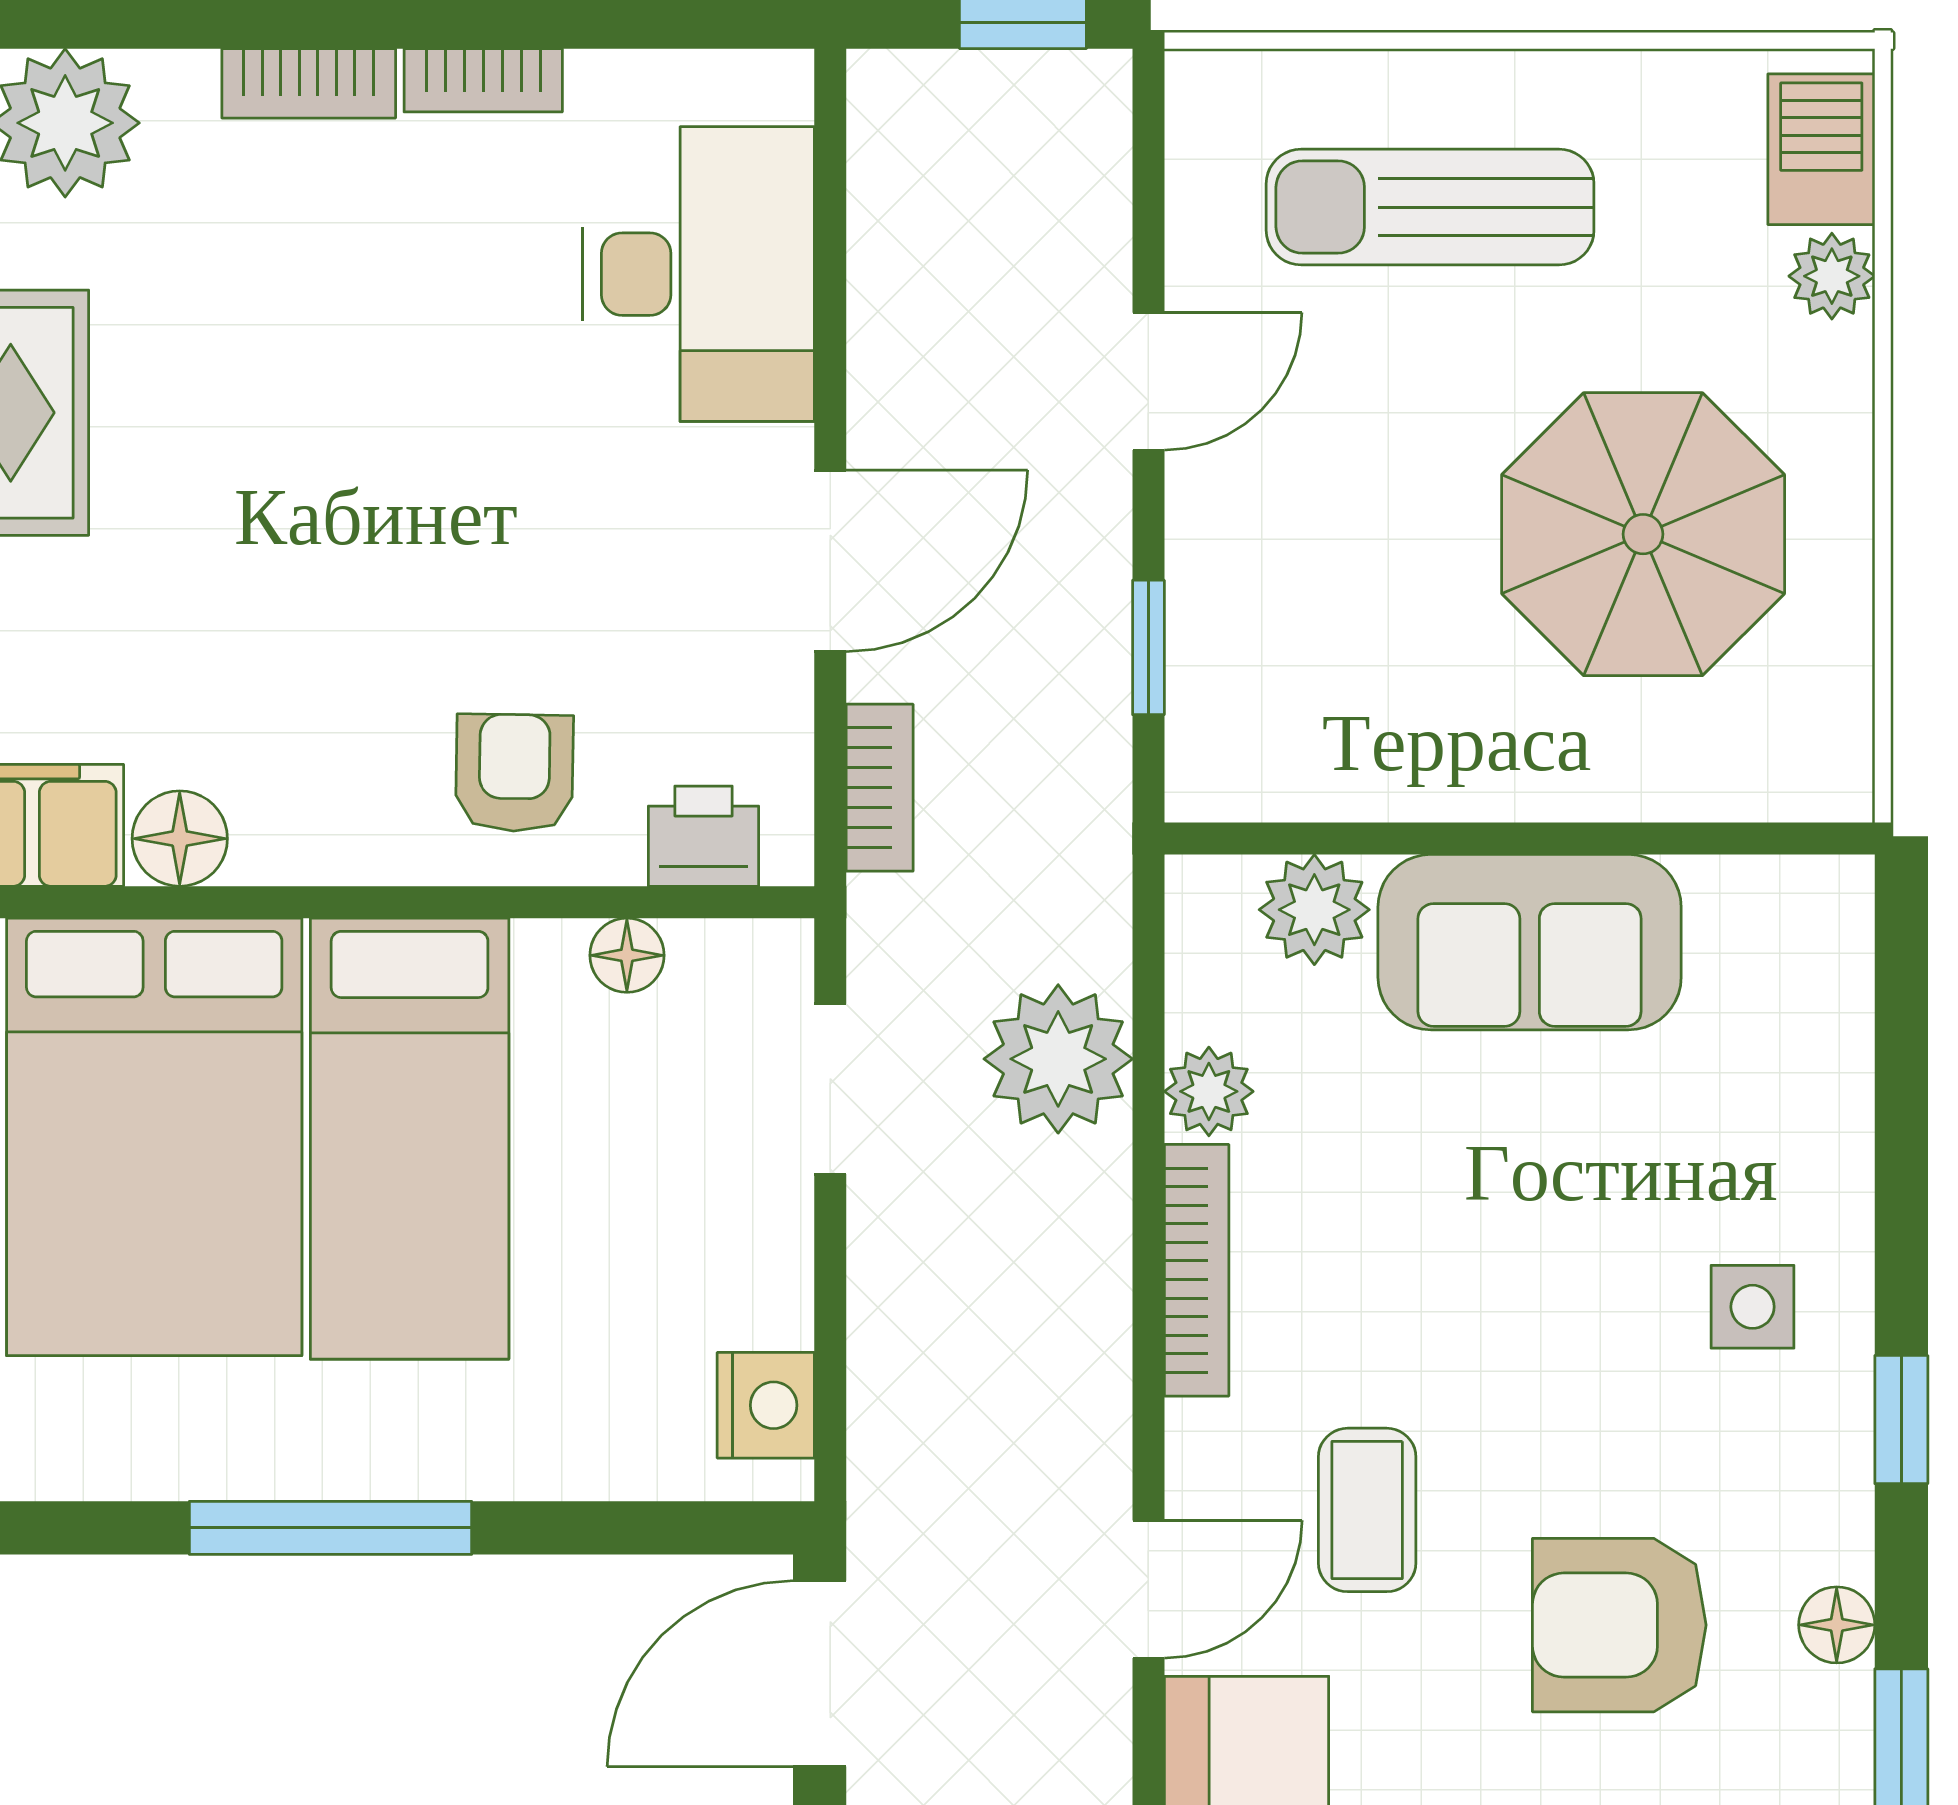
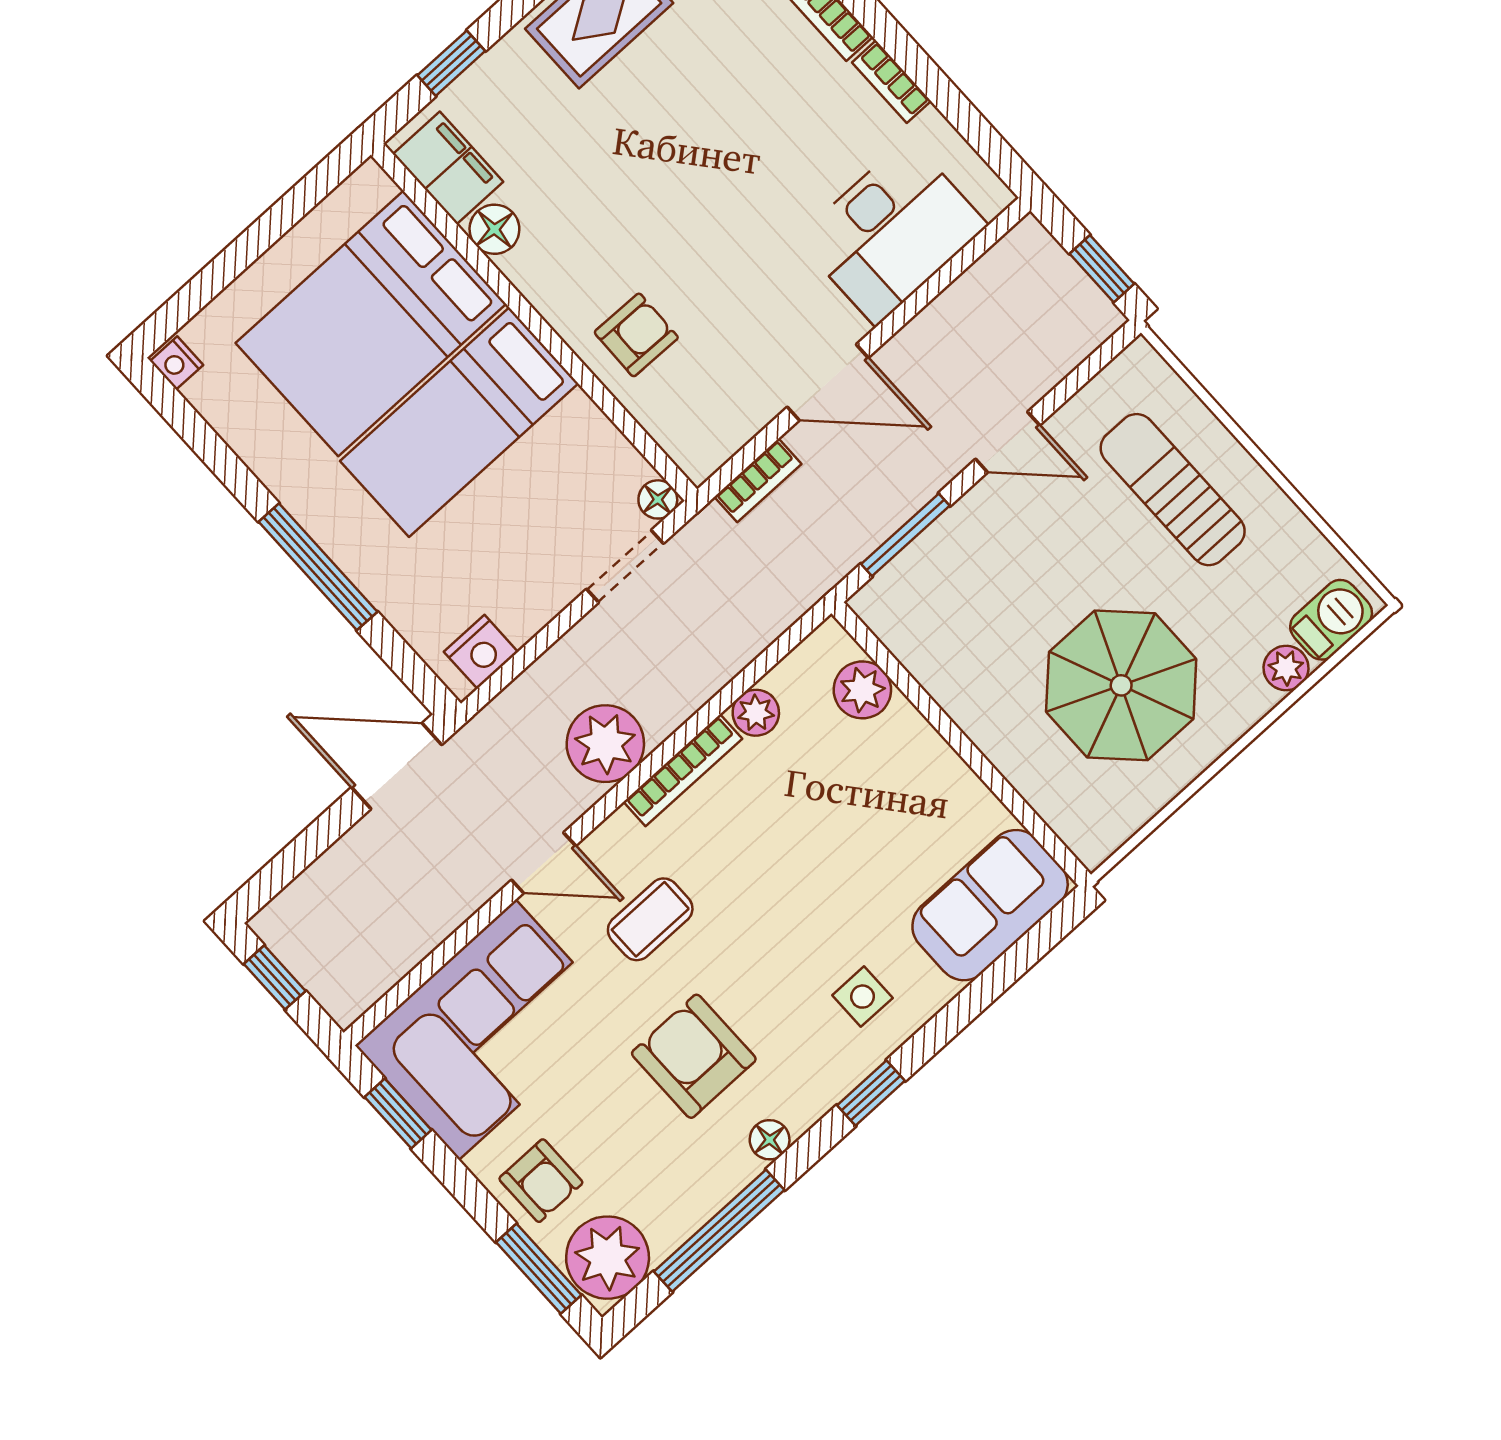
window: (1148, 647) -> (905, 535), width x1.50
printer: (703, 836) -> (678, 430), removed
sofa: (1530, 942) -> (990, 905), moved, turned 90
floor lamp: (627, 955) -> (658, 499), moved
plant: (1058, 1059) -> (605, 744), moved
window: (330, 1528) -> (318, 567), moved

